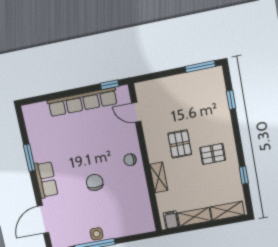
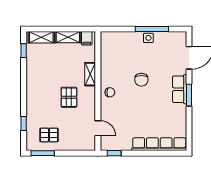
row of seats: (82, 102) -> (159, 144), moved
pallet: (213, 154) -> (49, 135), moved
window: (29, 158) -> (189, 95), moved
window: (244, 175) -> (24, 51), moved

